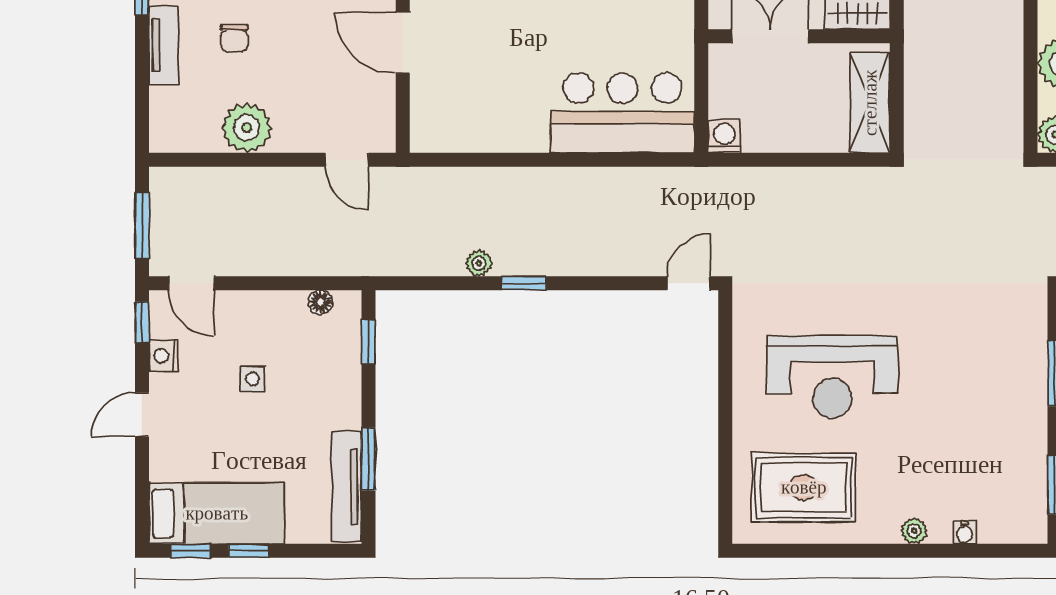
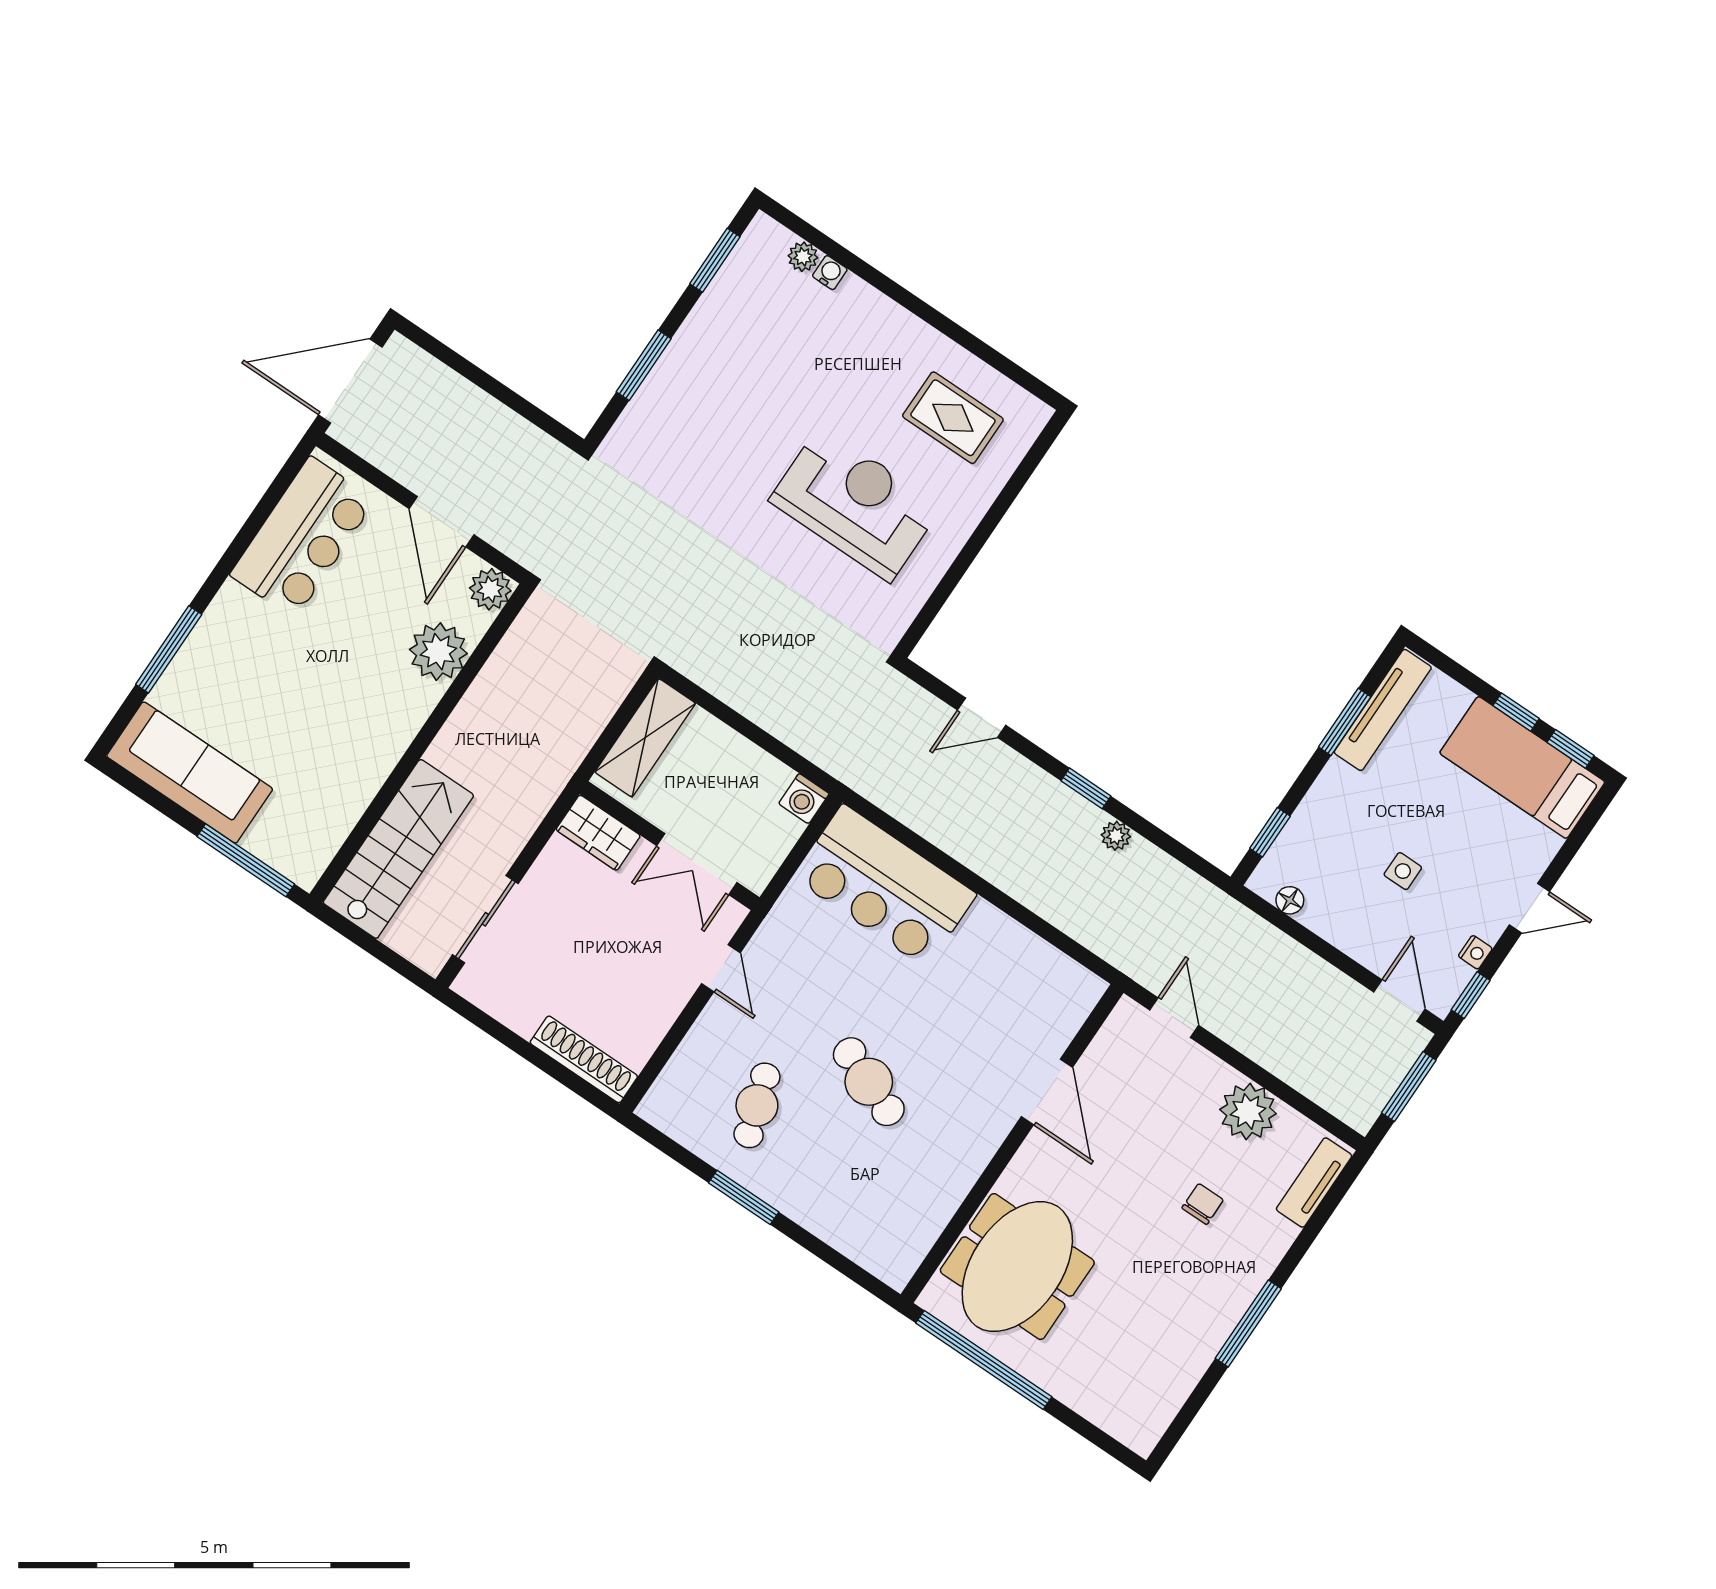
tv unit: (164, 45) -> (1314, 1182), moved
door: (689, 283) -> (982, 718), moved
nightstand: (164, 356) -> (1475, 952), width x0.72, depth x0.74
rug: (804, 487) -> (953, 418), width x0.73, depth x0.70
plant: (914, 531) -> (803, 257), moved

